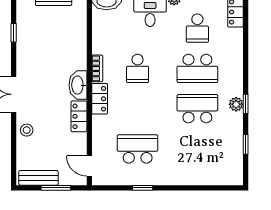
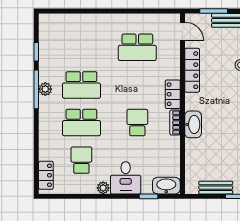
school desk: (197, 68) -> (81, 123), turned 180
washbasin: (78, 85) -> (193, 124), moved
window: (246, 104) -> (36, 89), width x2.17
locker: (79, 116) -> (192, 70), width x1.53
window: (143, 188) -> (133, 11), removed

